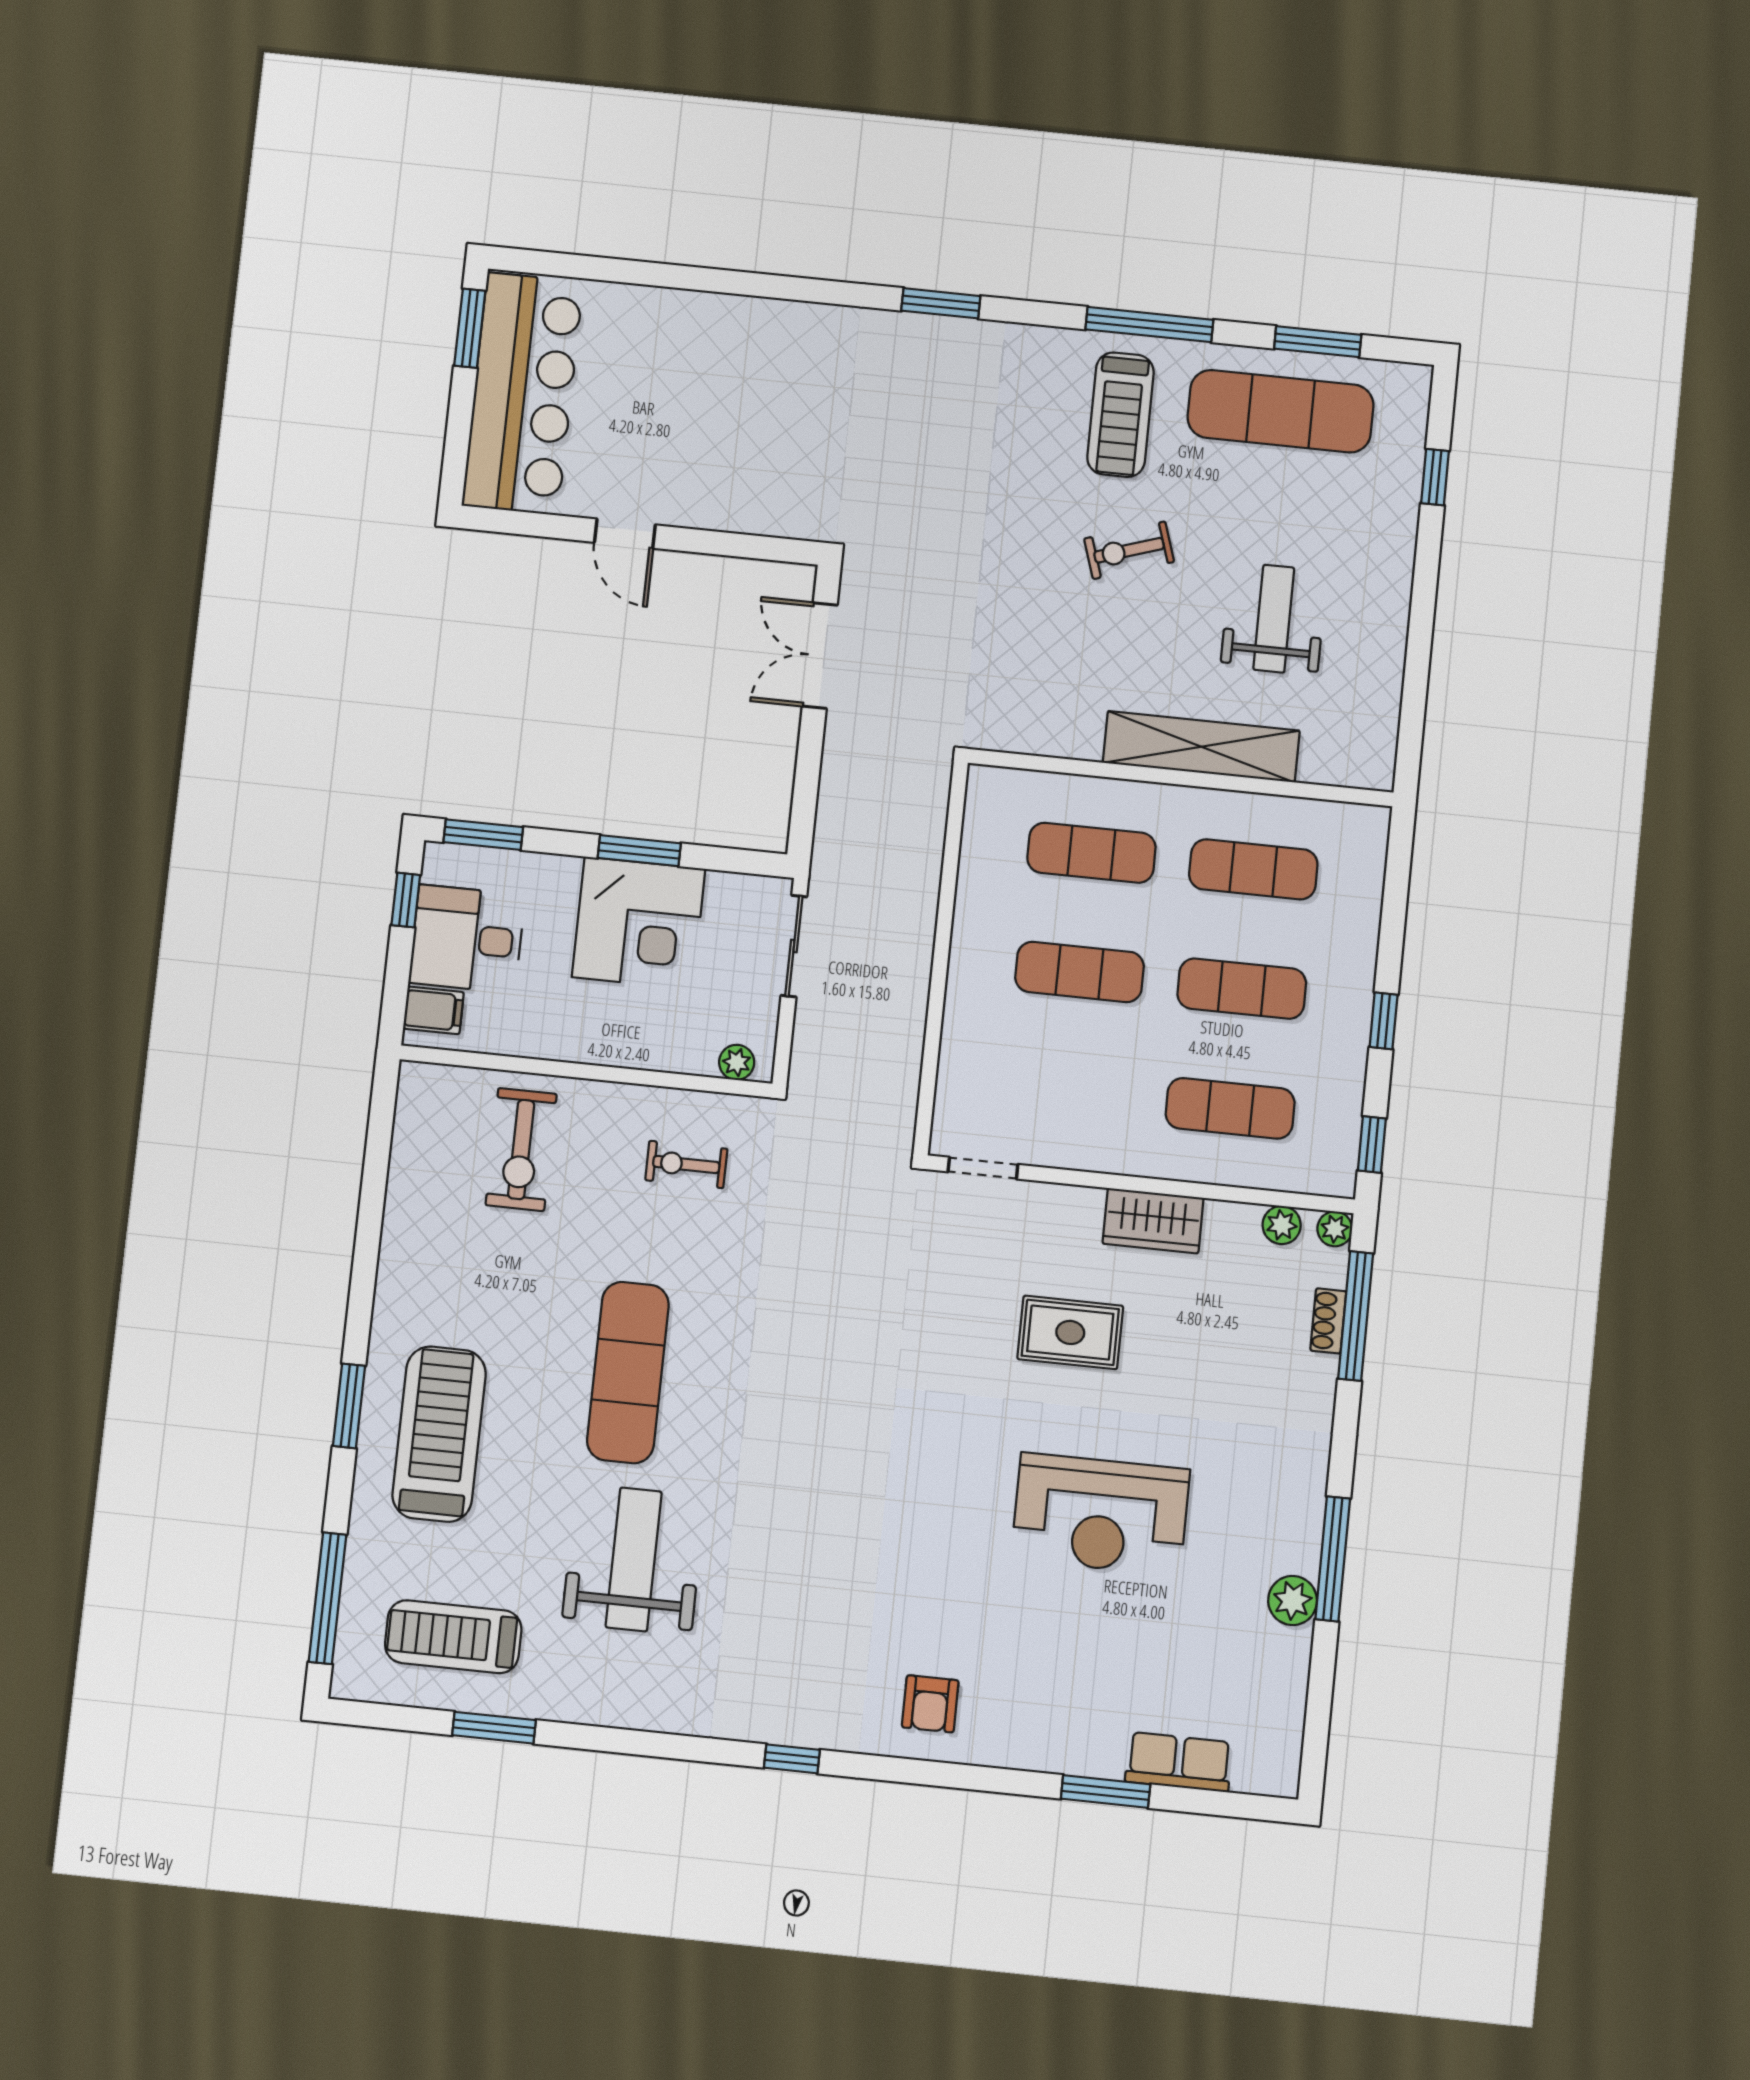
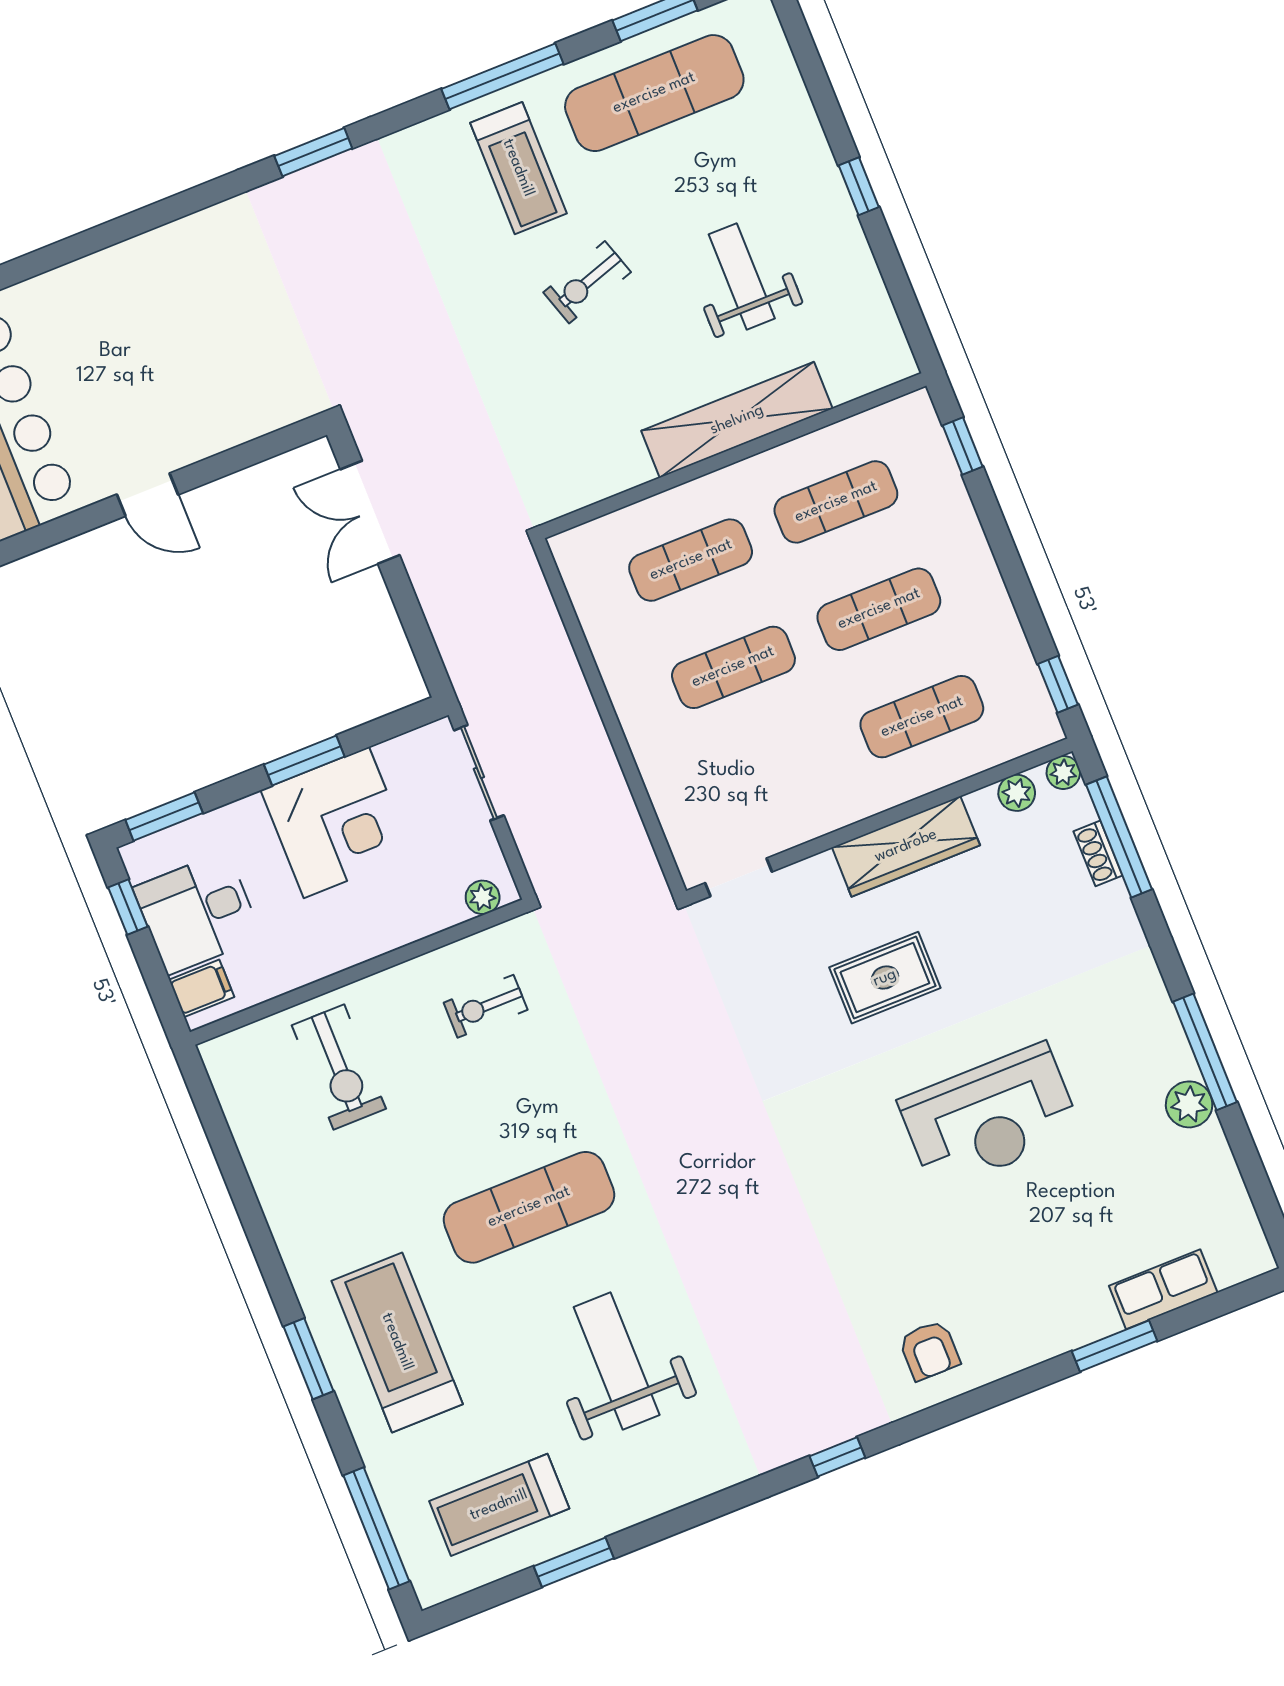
window: (1435, 477) -> (859, 186), moved
window: (1384, 1021) -> (963, 446), moved
wardrobe: (1153, 1221) -> (906, 846), width x1.50
exercise mat: (628, 1373) -> (529, 1207), turned 90

